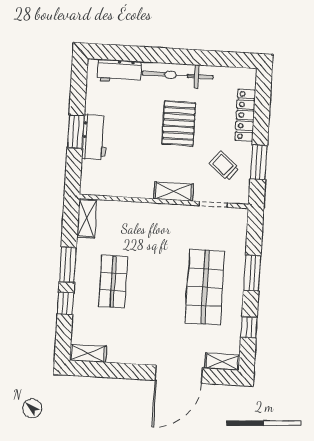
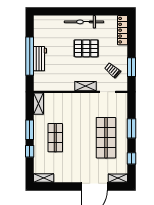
workbench: (119, 71) -> (52, 22), removed
locker: (245, 115) -> (123, 30), moved
pallet: (179, 123) -> (86, 48), turned 90
window: (76, 132) -> (30, 56), width x2.11

